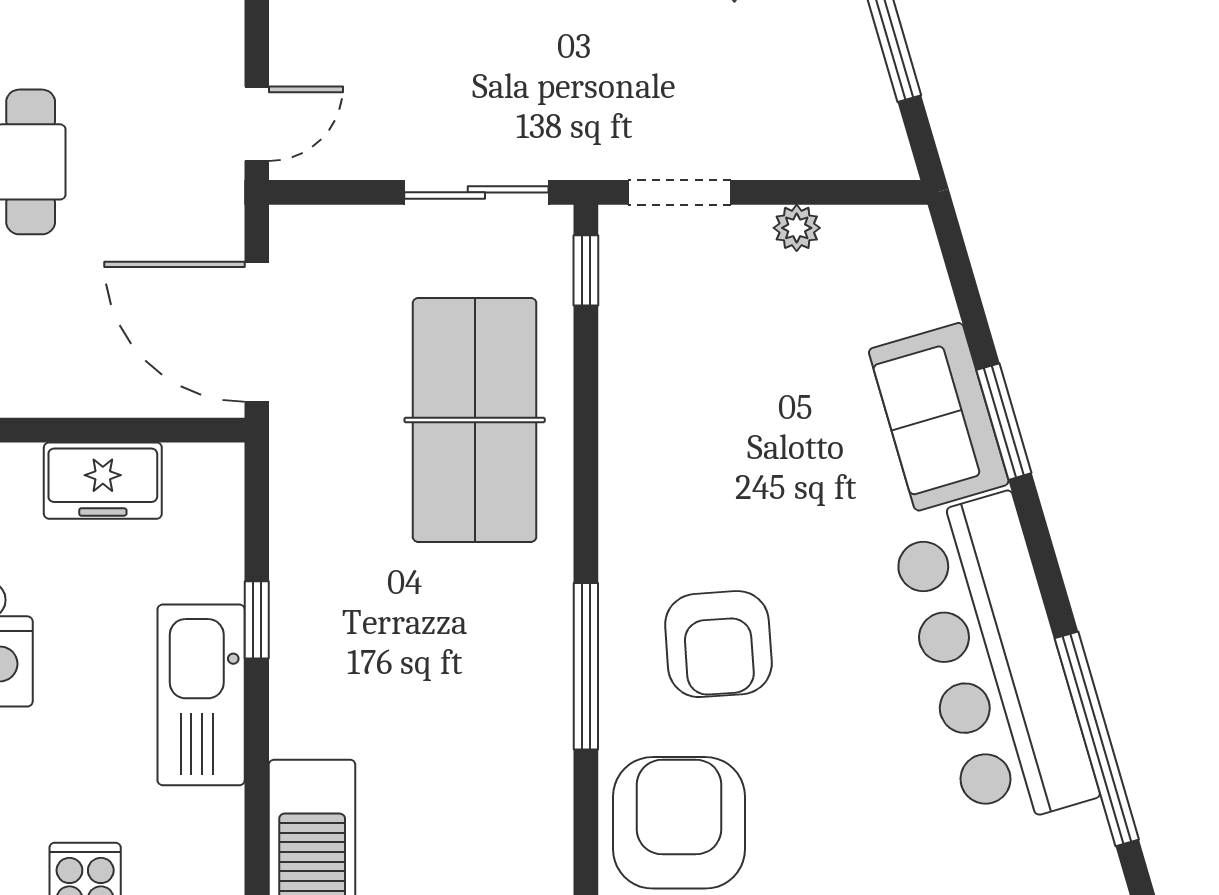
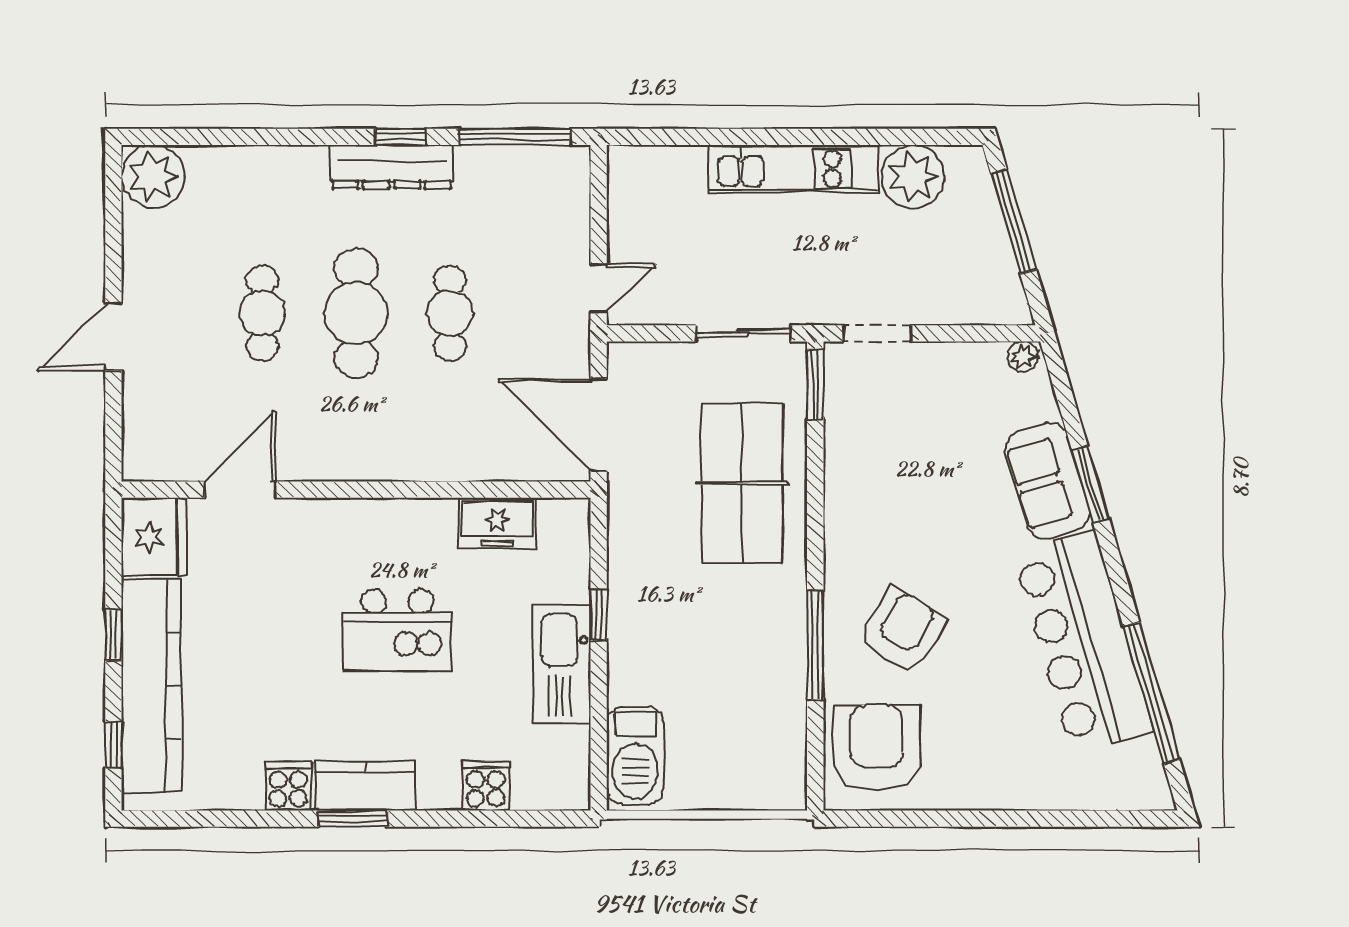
plant: (797, 228) -> (1023, 357), moved
window: (586, 270) -> (815, 385), width x1.50
armchair: (718, 644) -> (902, 630), turned -145

